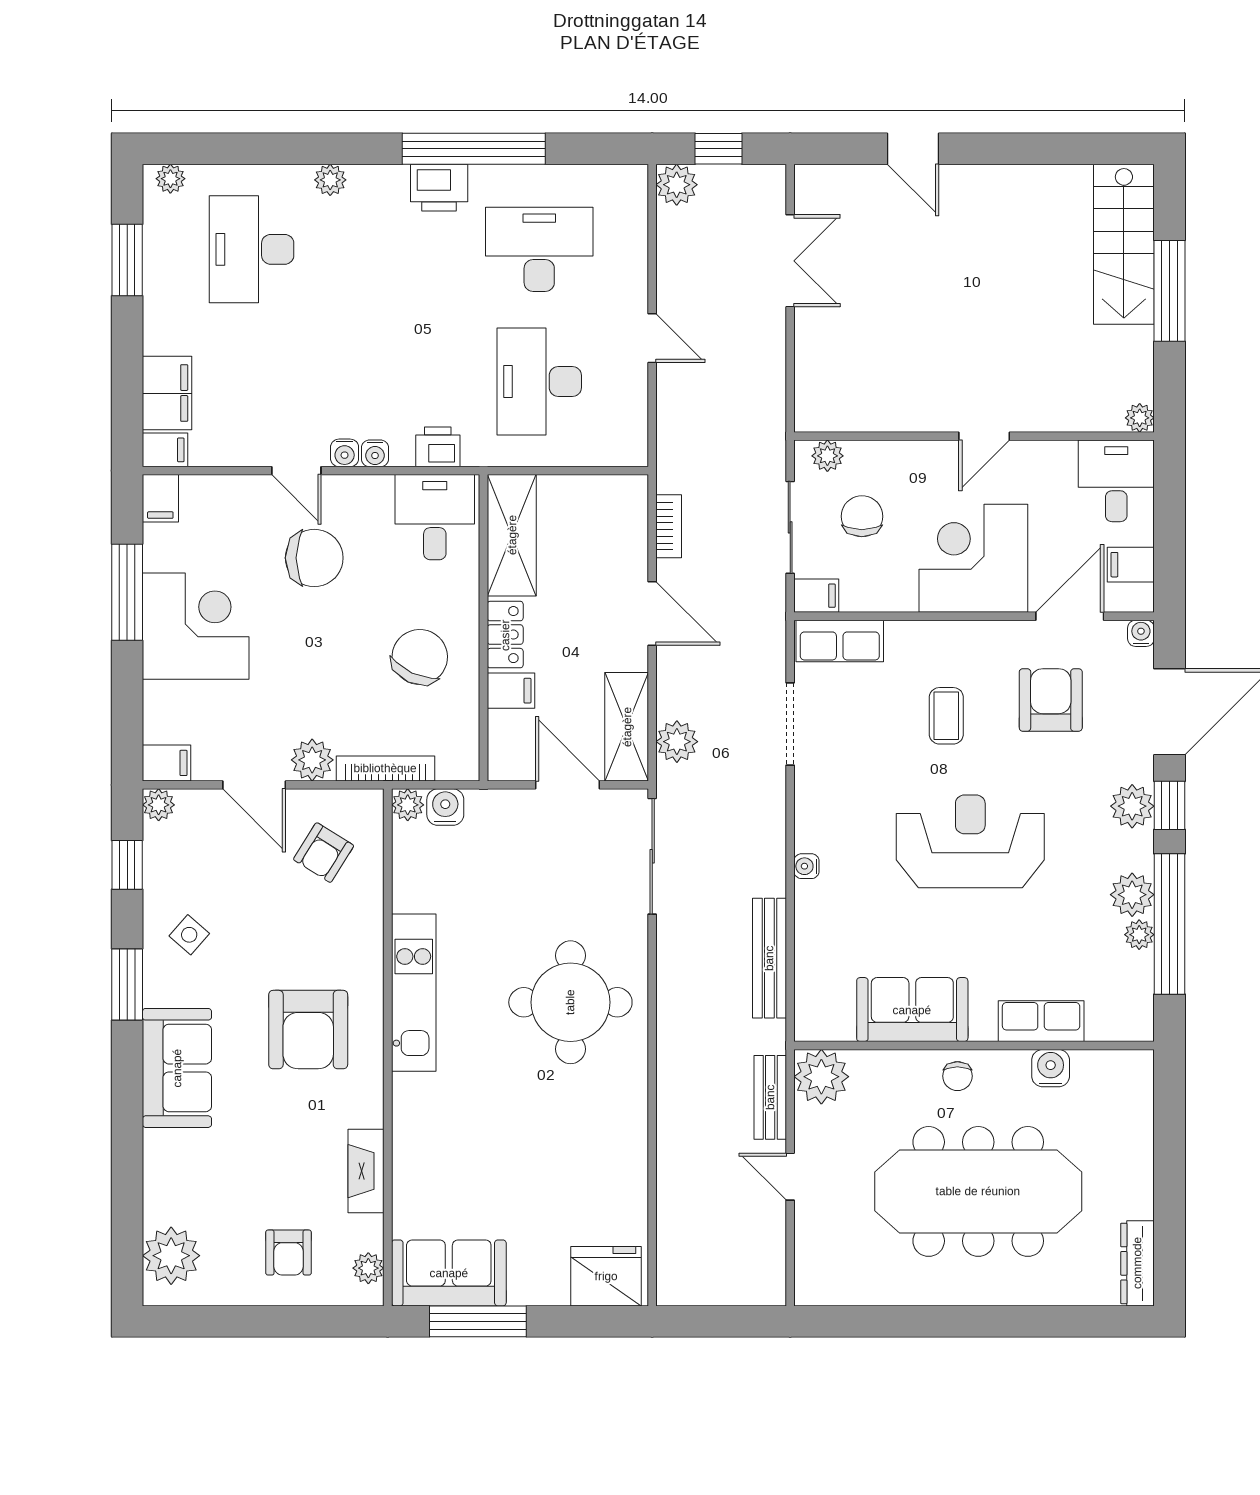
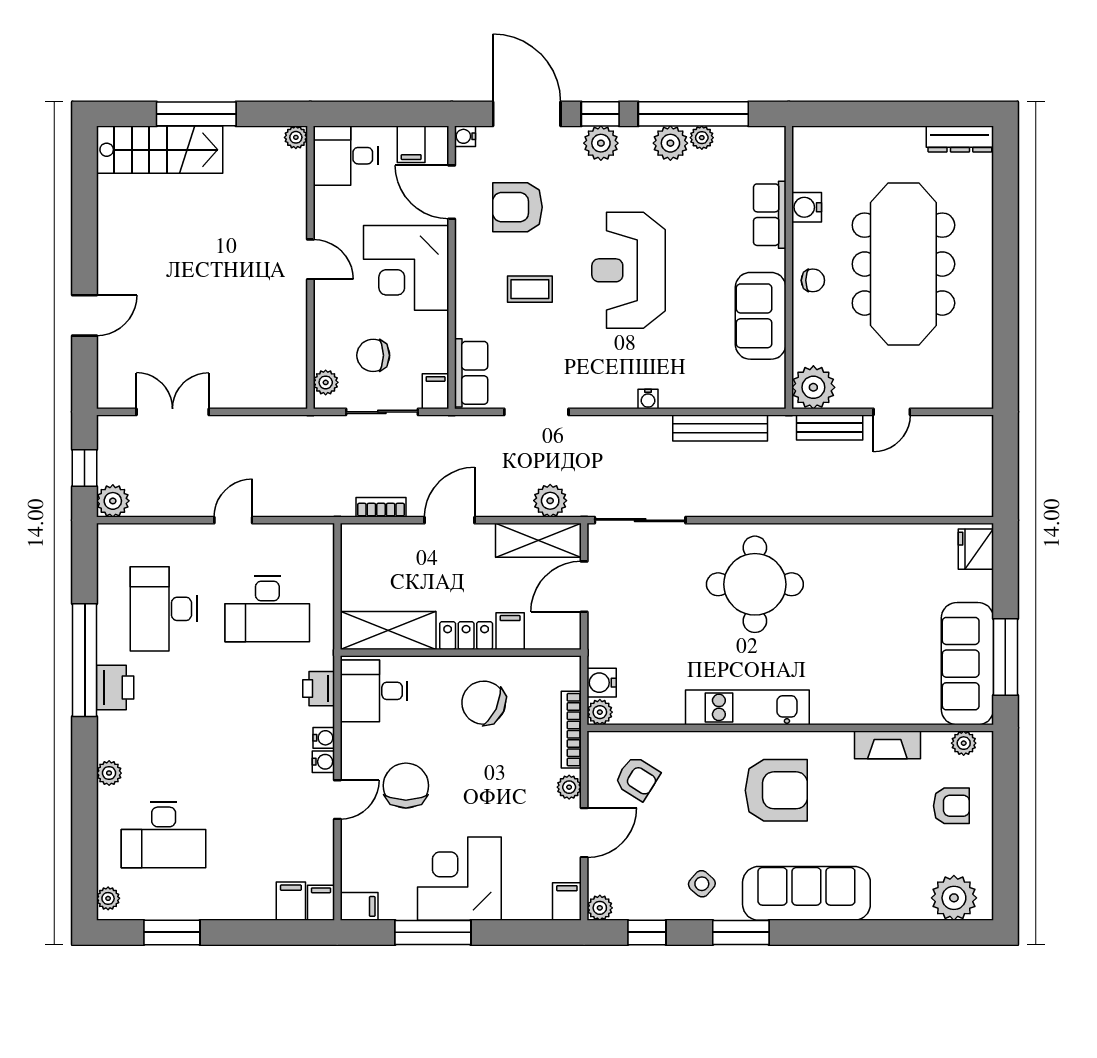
filing cabinet: (167, 393) -> (291, 901), width x0.50
plant: (312, 760) -> (569, 787), width x0.73, depth x0.73
sofa: (177, 1068) -> (806, 893), width x1.36
sofa: (449, 1273) -> (967, 664), width x1.36
fridge: (606, 1276) -> (976, 549), width x0.73, depth x0.75

